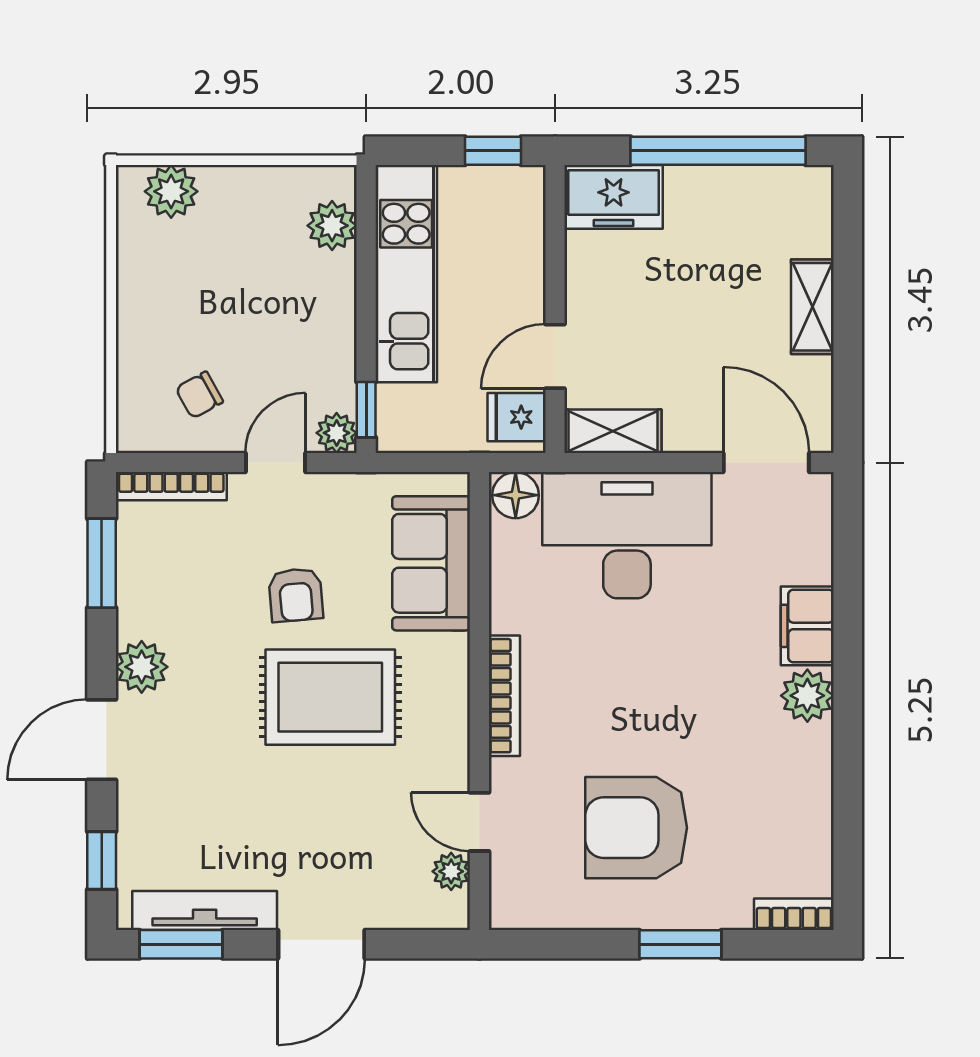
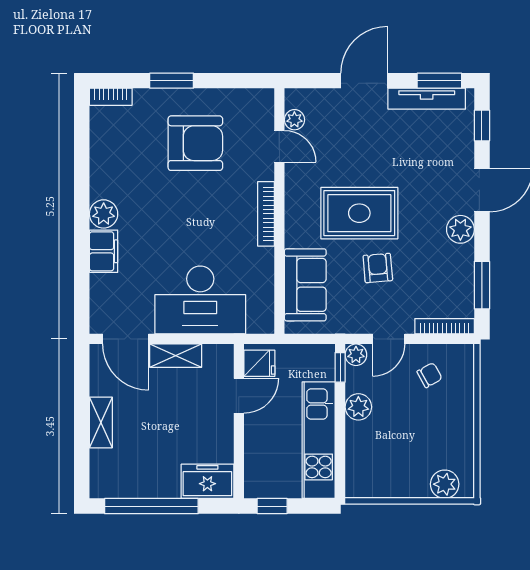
plant: (332, 226) -> (358, 407), moved
shelving: (613, 431) -> (176, 356), moved
floor lamp: (516, 495) -> (260, 321), removed

